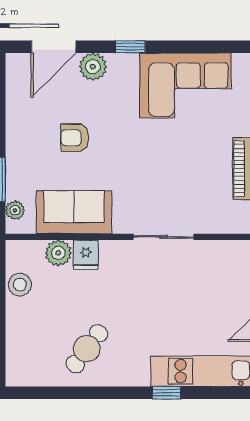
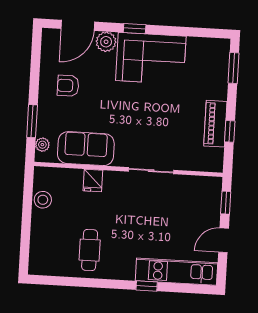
corner sofa: (185, 86) -> (151, 58), moved
armchair: (75, 138) -> (68, 86), moved
plant: (58, 253) -> (73, 178), removed
cafe table: (87, 349) -> (90, 250), turned -37

